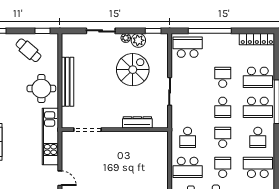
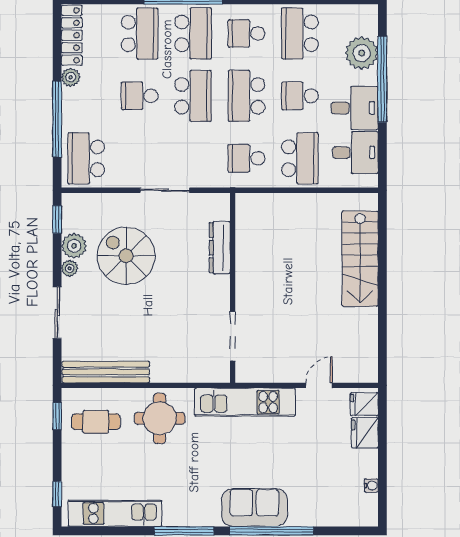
plant: (233, 38) -> (71, 77), added
cafe table: (28, 50) -> (96, 422), moved, turned 49
bench: (67, 82) -> (106, 372), moved
school desk: (223, 107) -> (193, 96), width x1.85
school desk: (188, 137) -> (246, 158), turned 180
school desk: (223, 137) -> (246, 96), width x1.85
school desk: (258, 137) -> (246, 33), turned 180

